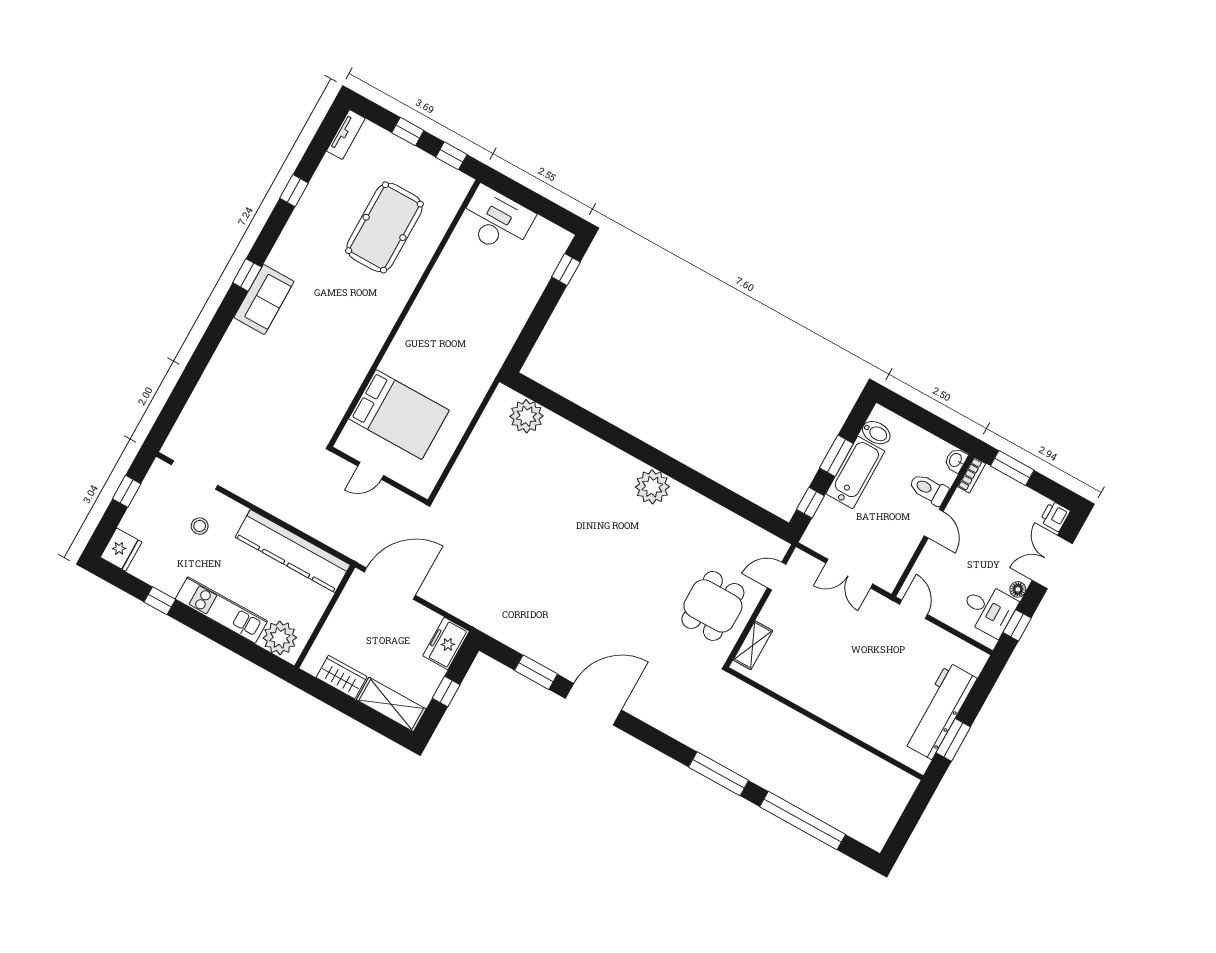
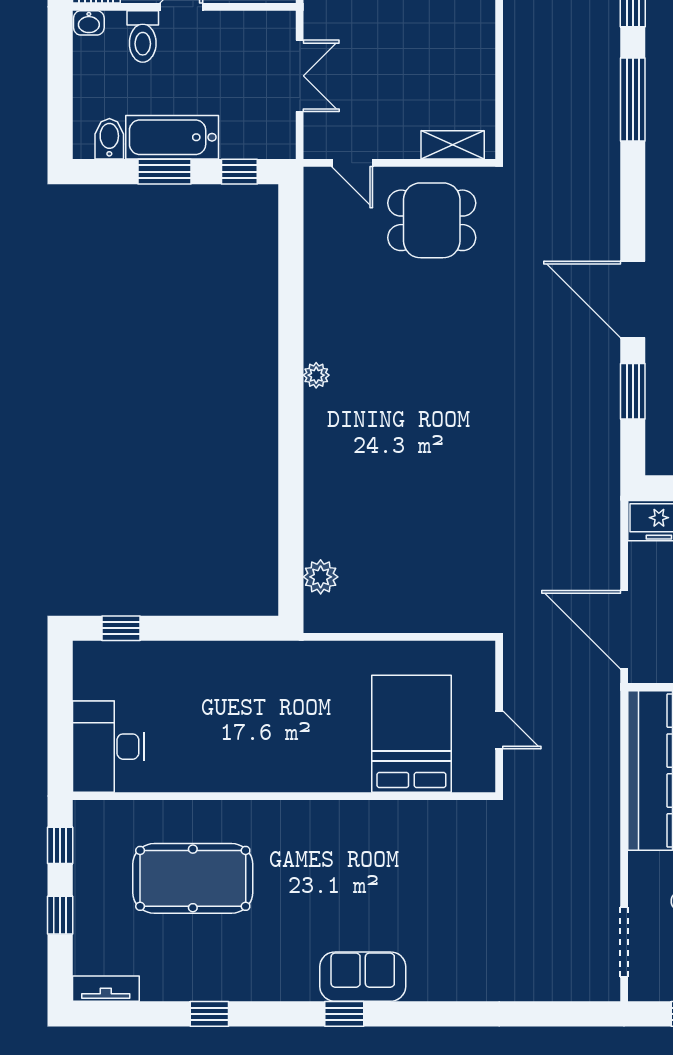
plant: (526, 416) -> (321, 577), width x0.73, depth x0.73
plant: (652, 487) -> (316, 375), width x0.53, depth x0.53

